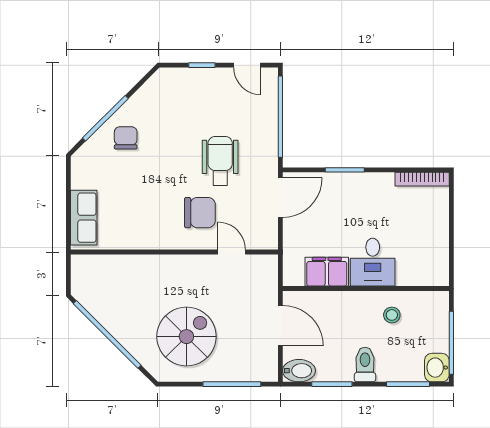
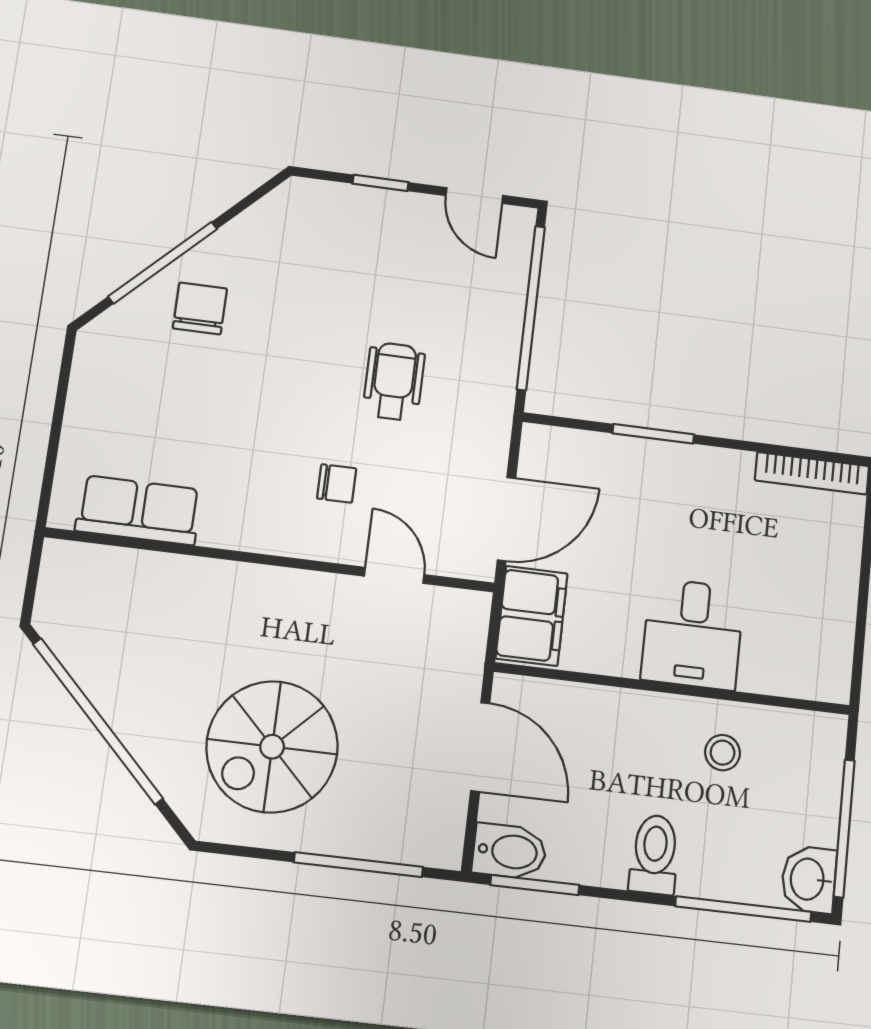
wheelchair: (220, 161) -> (394, 381), width x0.73, depth x0.73
door: (280, 198) -> (506, 519), moved
chair: (200, 213) -> (337, 483), width x0.54, depth x0.54
row of seats: (84, 218) -> (139, 510), moved, turned -90
filing cabinet: (327, 272) -> (532, 616), moved, turned 90
spiral stairs: (186, 337) -> (272, 747), turned 180
window: (332, 384) -> (535, 885), moved
window: (408, 384) -> (743, 909), width x1.44

